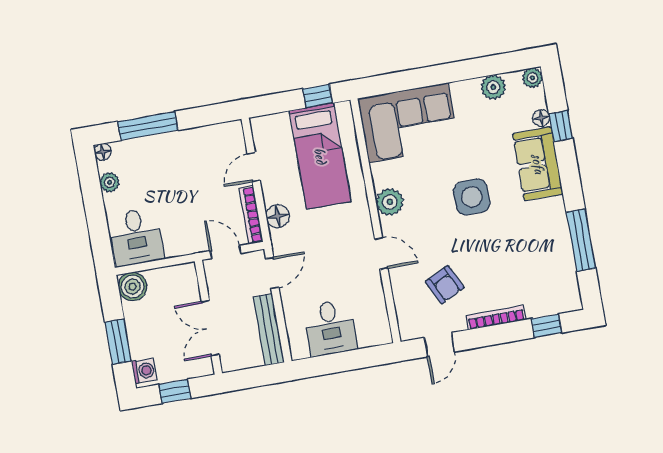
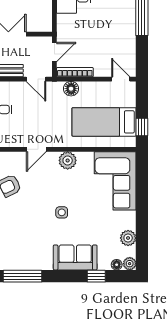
floor lamp: (541, 118) -> (117, 265), moved
door: (254, 167) -> (121, 79), moved
side table: (472, 197) -> (62, 212), width x0.54, depth x0.54

